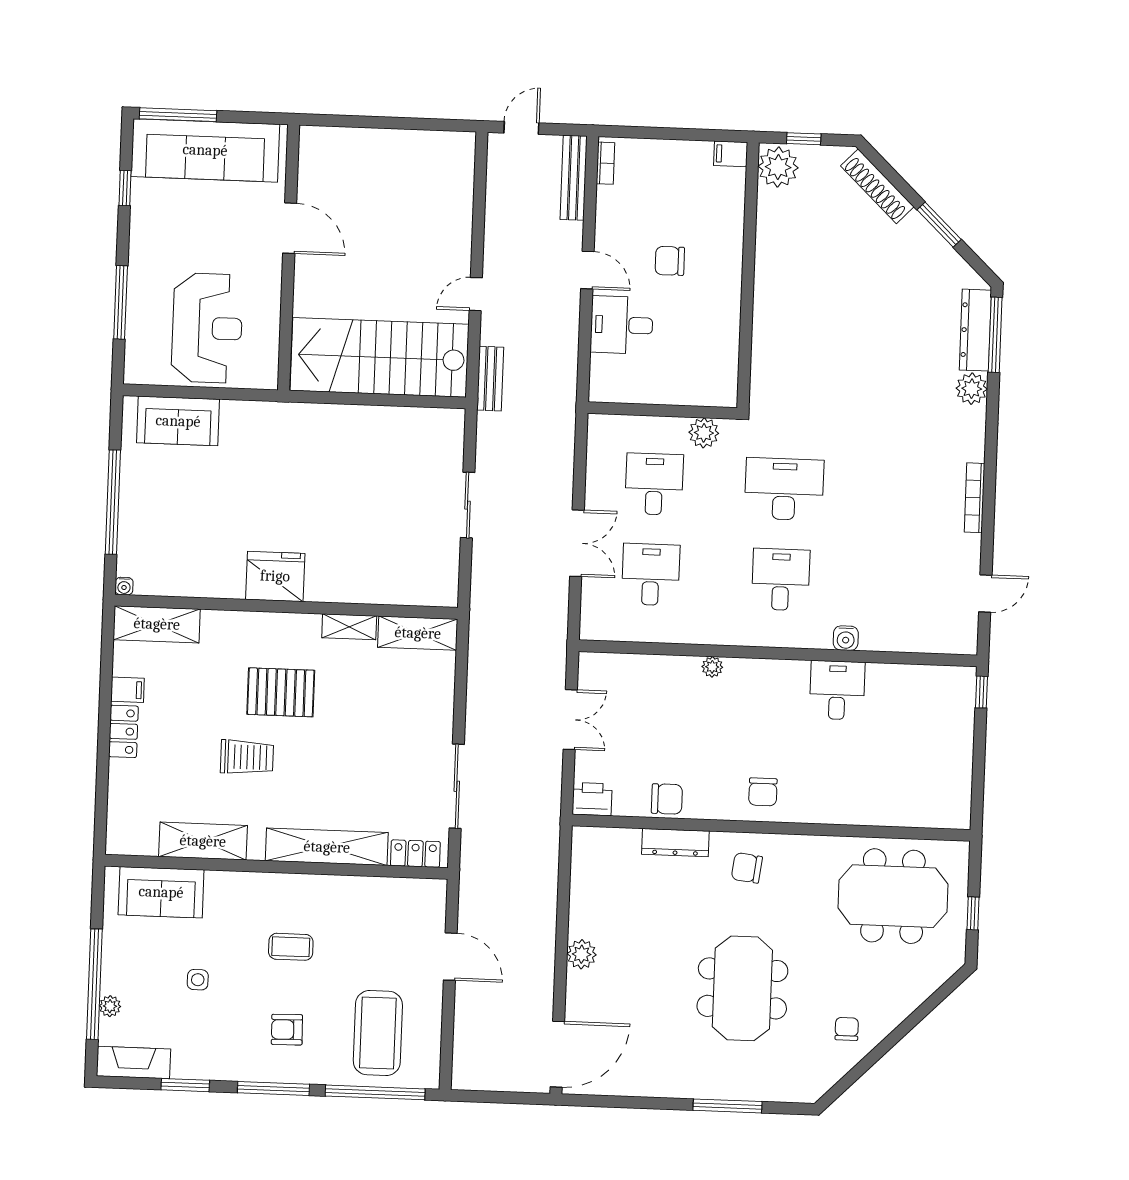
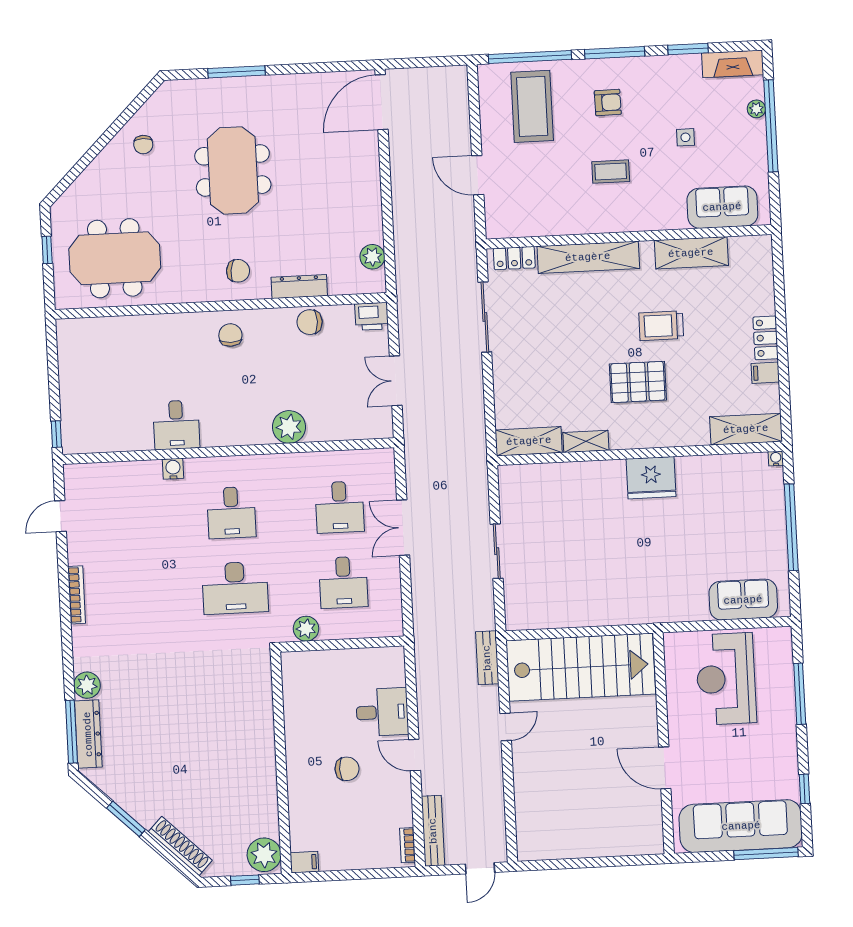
plant: (712, 667) -> (289, 427), width x1.88, depth x1.88
plant: (582, 954) -> (372, 257), moved

